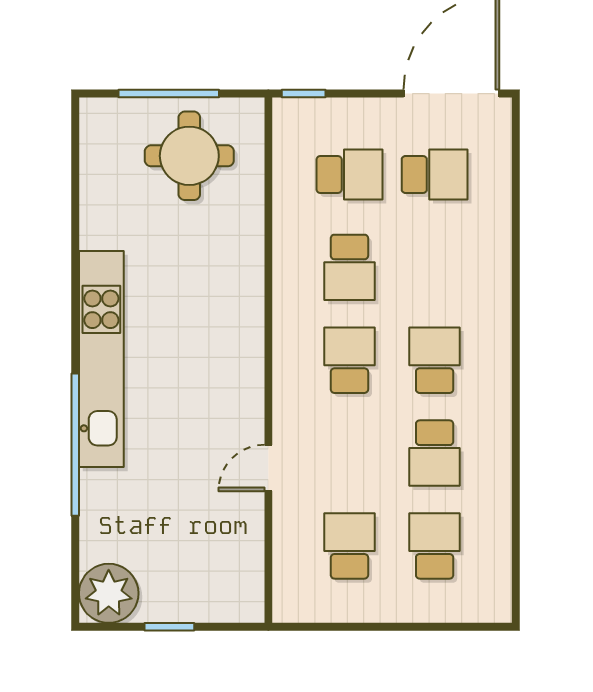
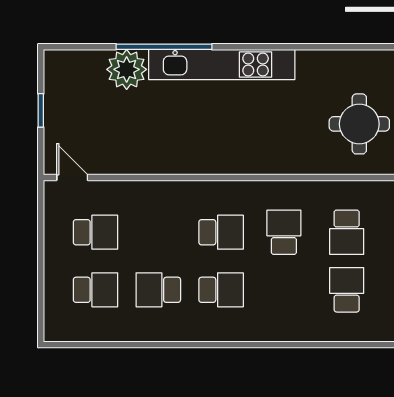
school desk: (435, 174) -> (347, 290), turned 180
school desk: (349, 267) -> (284, 232), turned 90
door: (268, 468) -> (72, 177), moved
plant: (109, 593) -> (127, 69), moved

